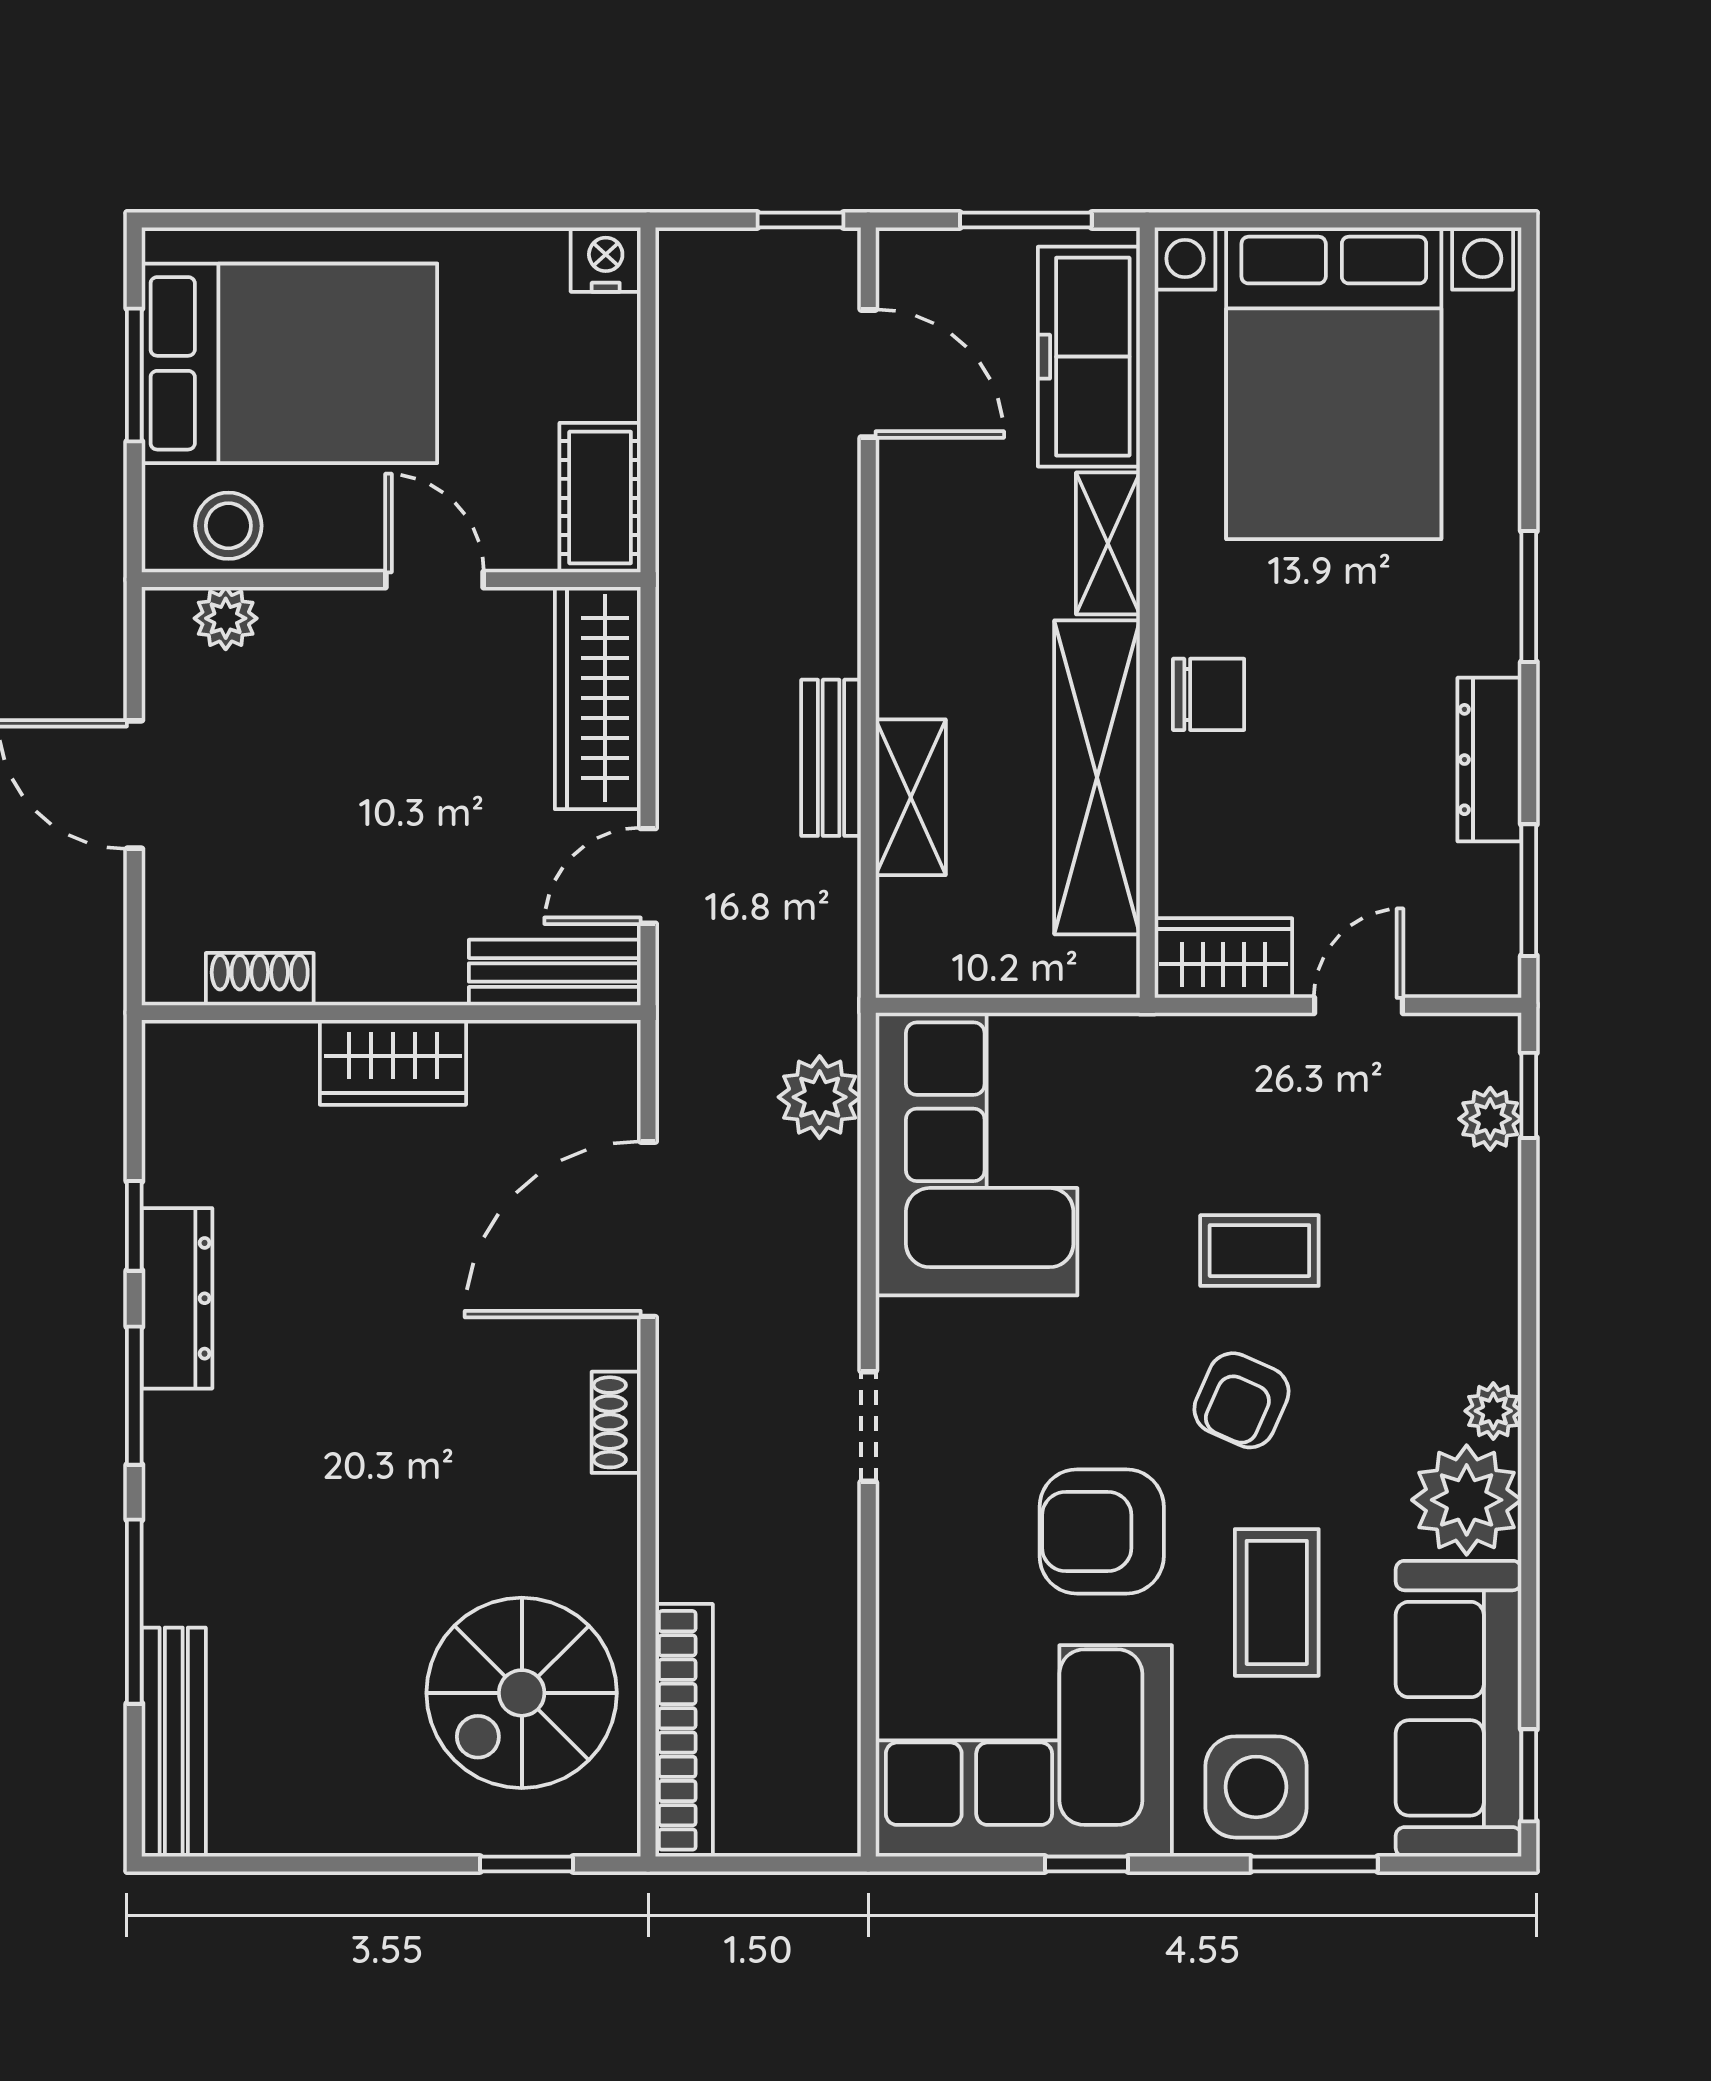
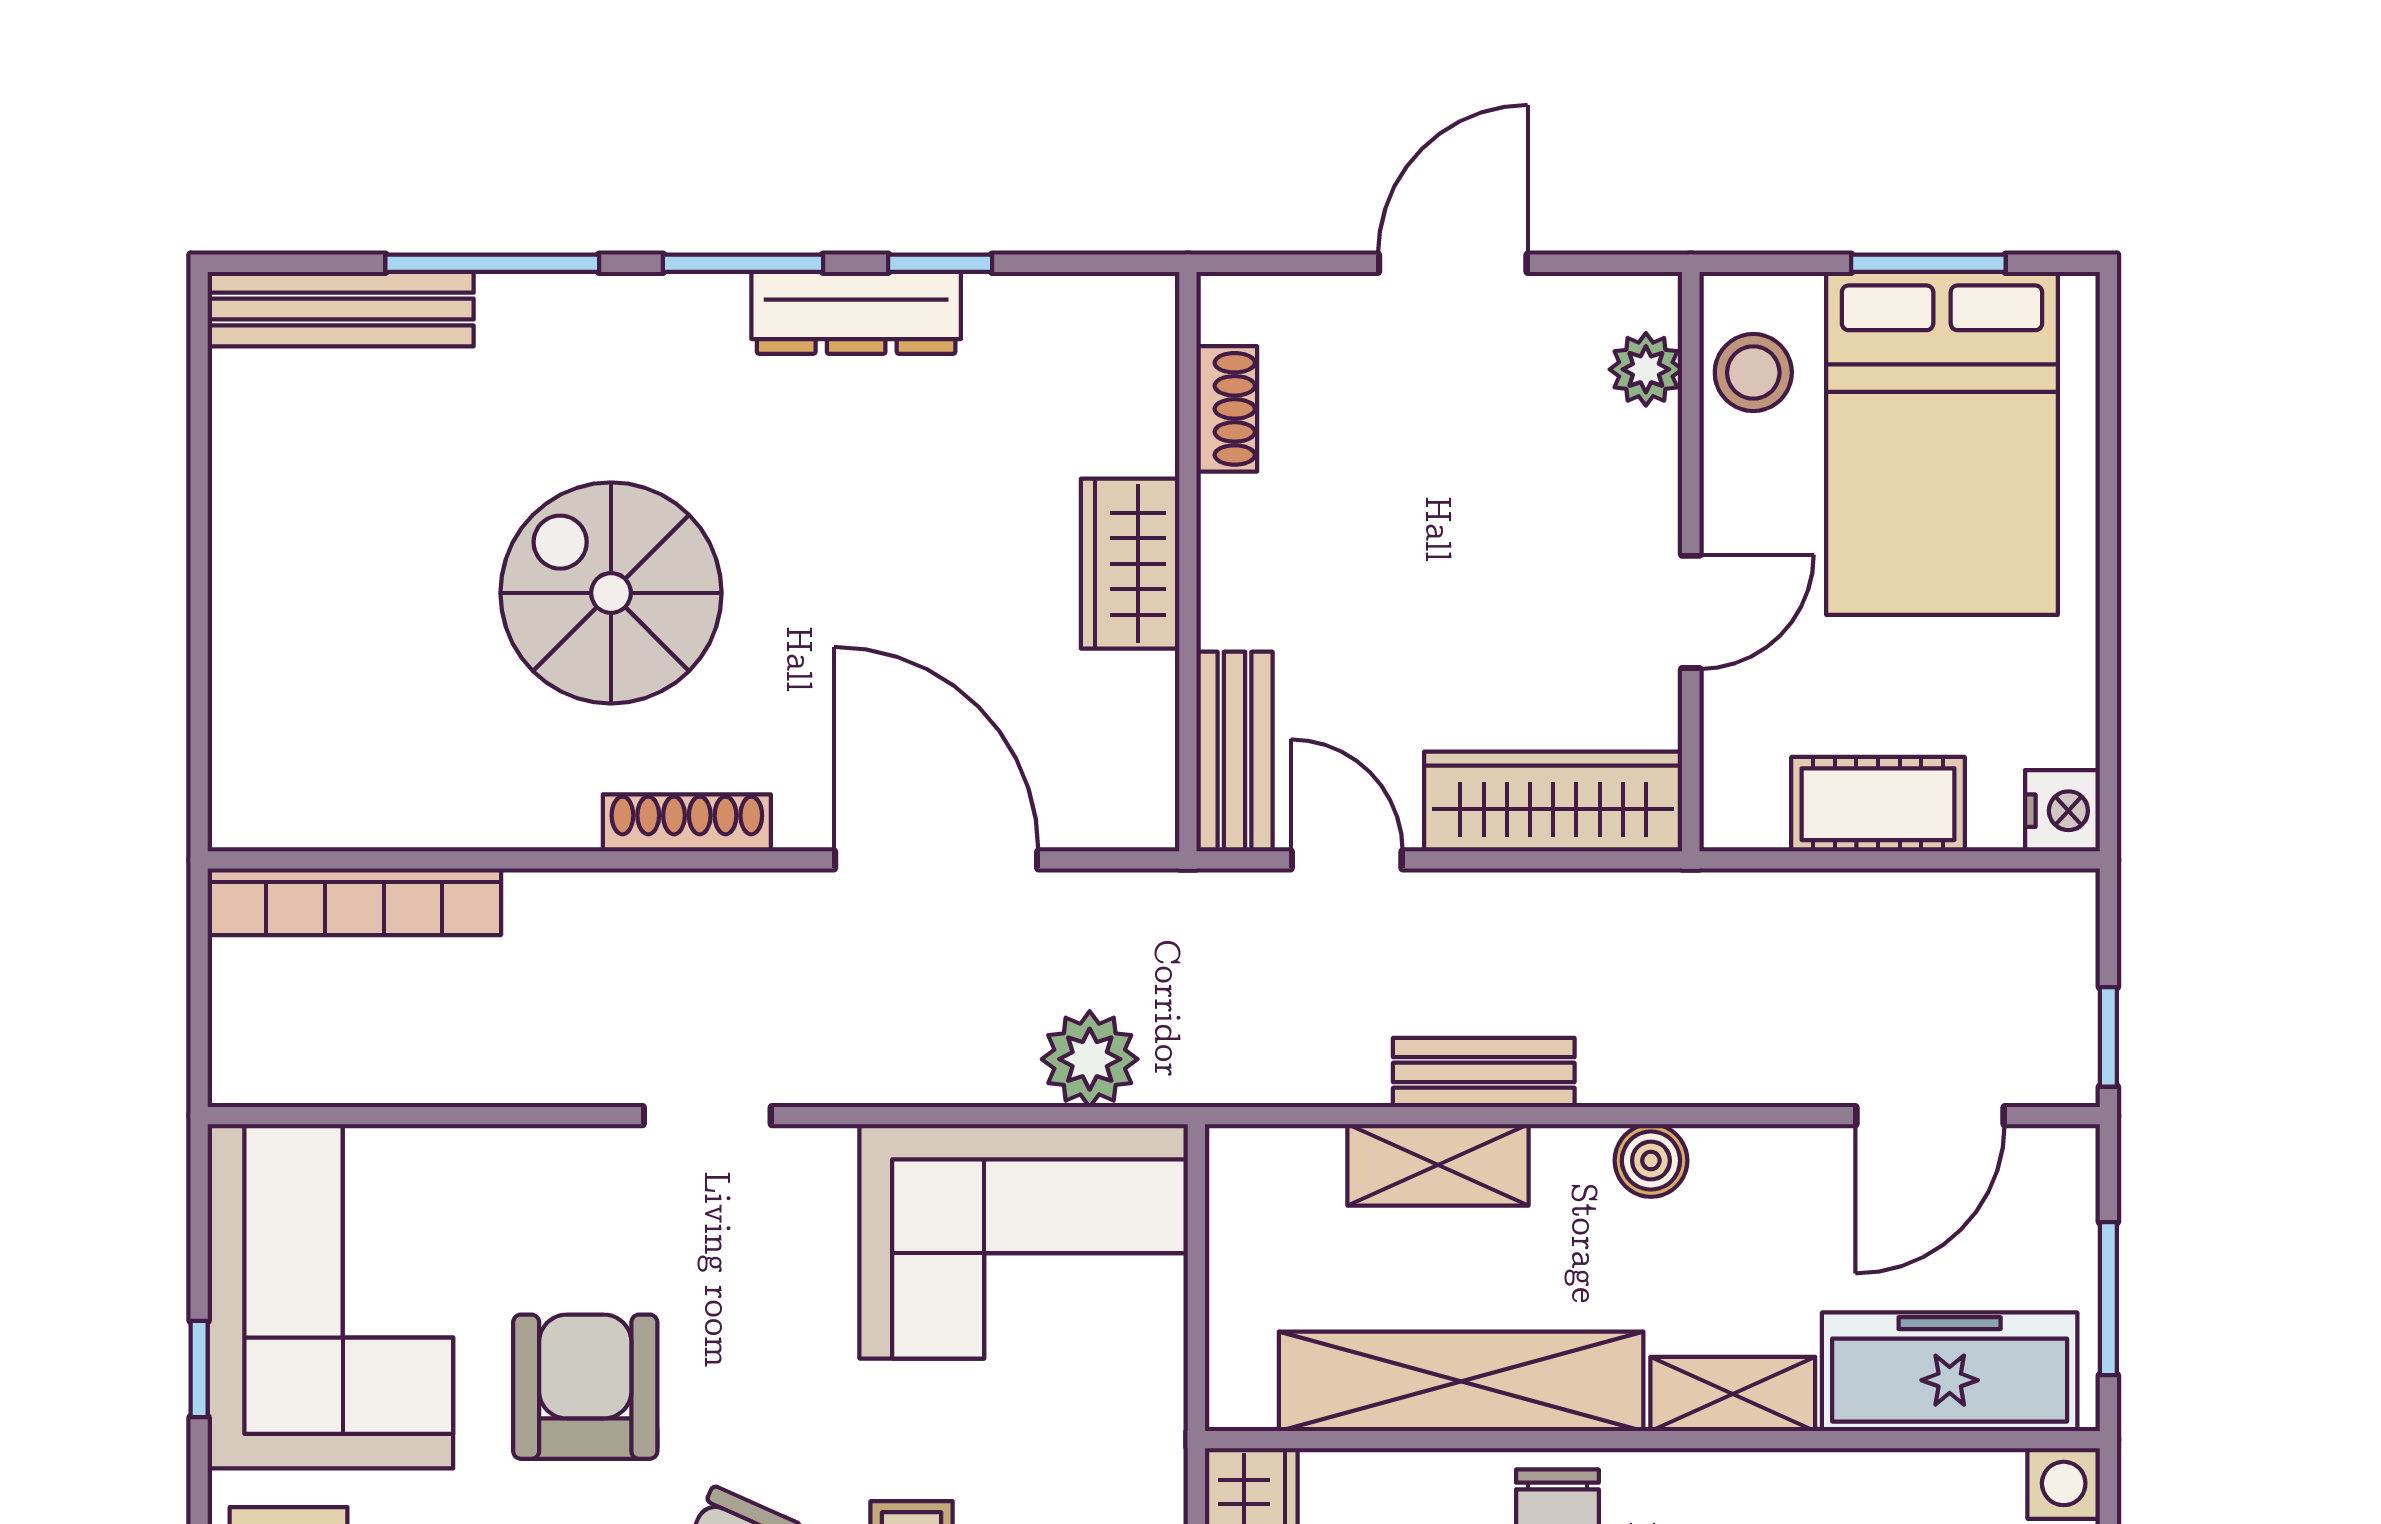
cot: (600, 498) -> (1878, 804), moved
boiler: (907, 614) -> (1651, 1161), added
shoe rack: (616, 1422) -> (687, 823), width x1.43
spiral stairs: (522, 1693) -> (611, 593), moved
window: (526, 1864) -> (199, 719), removed

